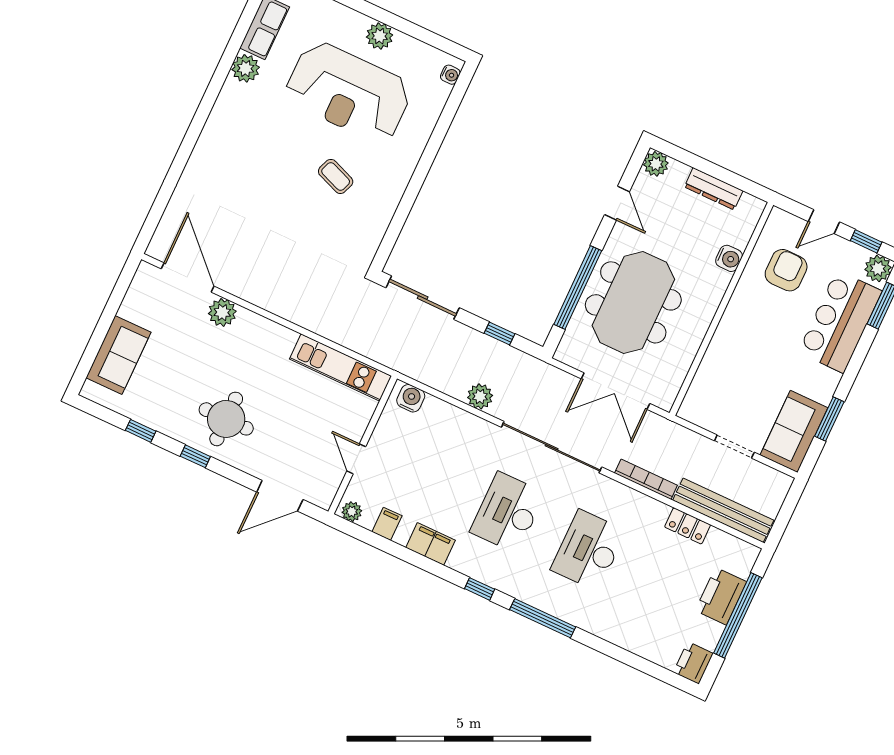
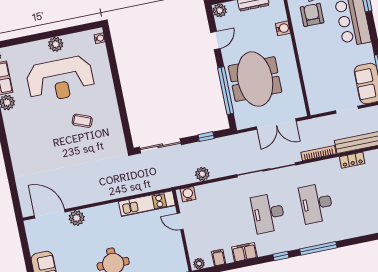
door: (617, 203) -> (215, 40), hinge flipped
plant: (480, 396) -> (202, 174), moved
door: (356, 459) -> (180, 221), moved

